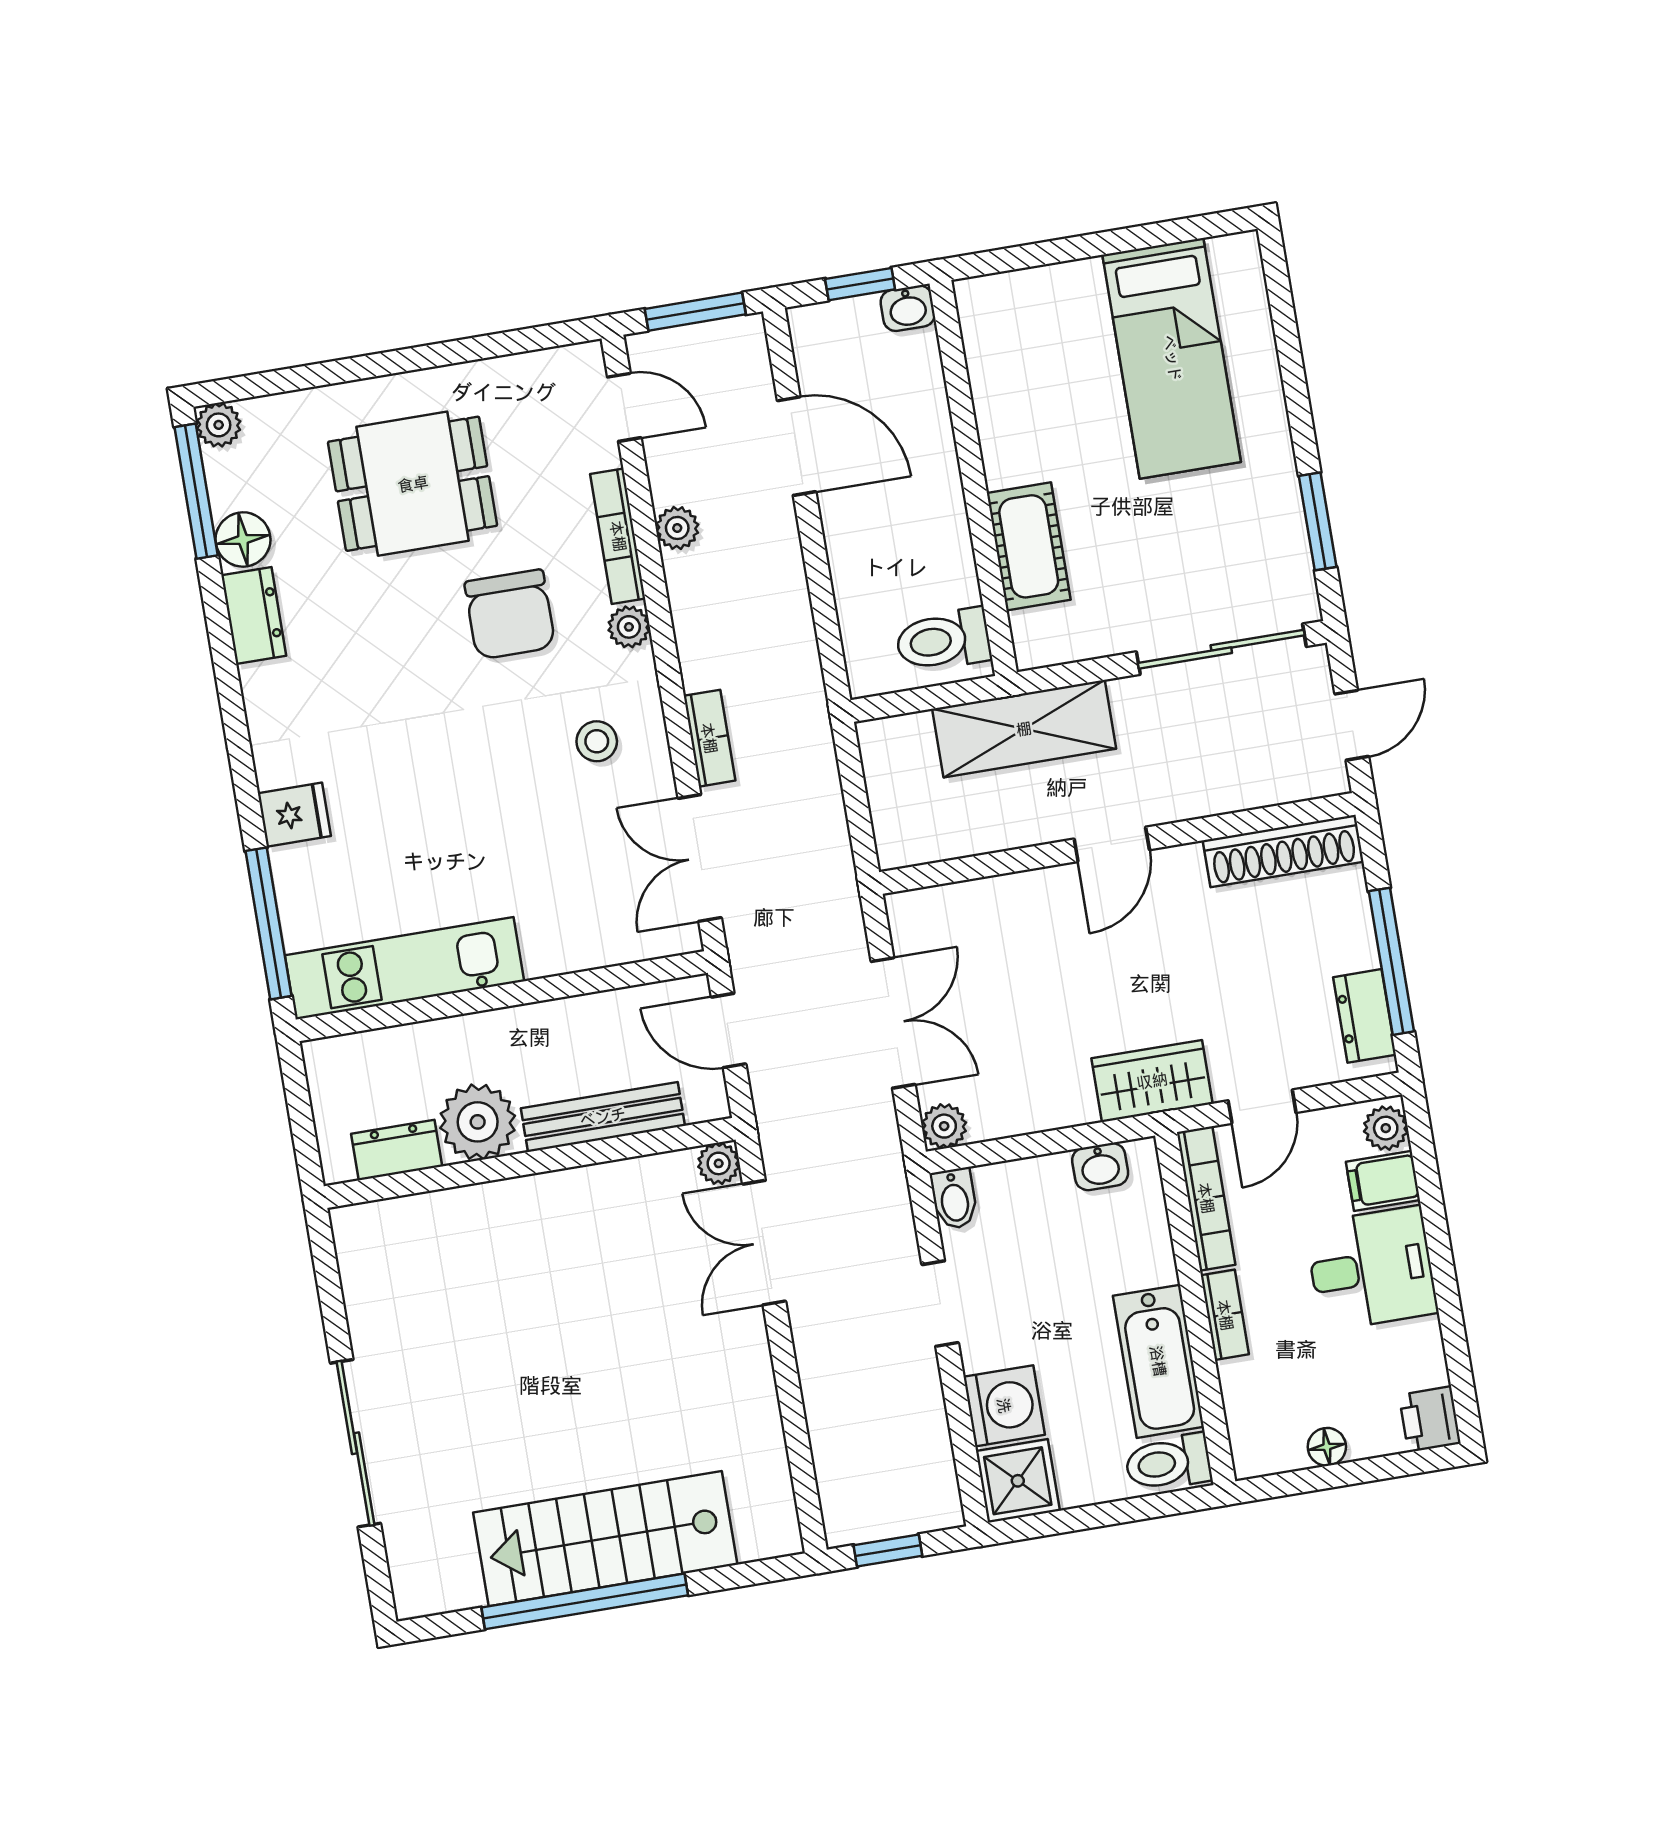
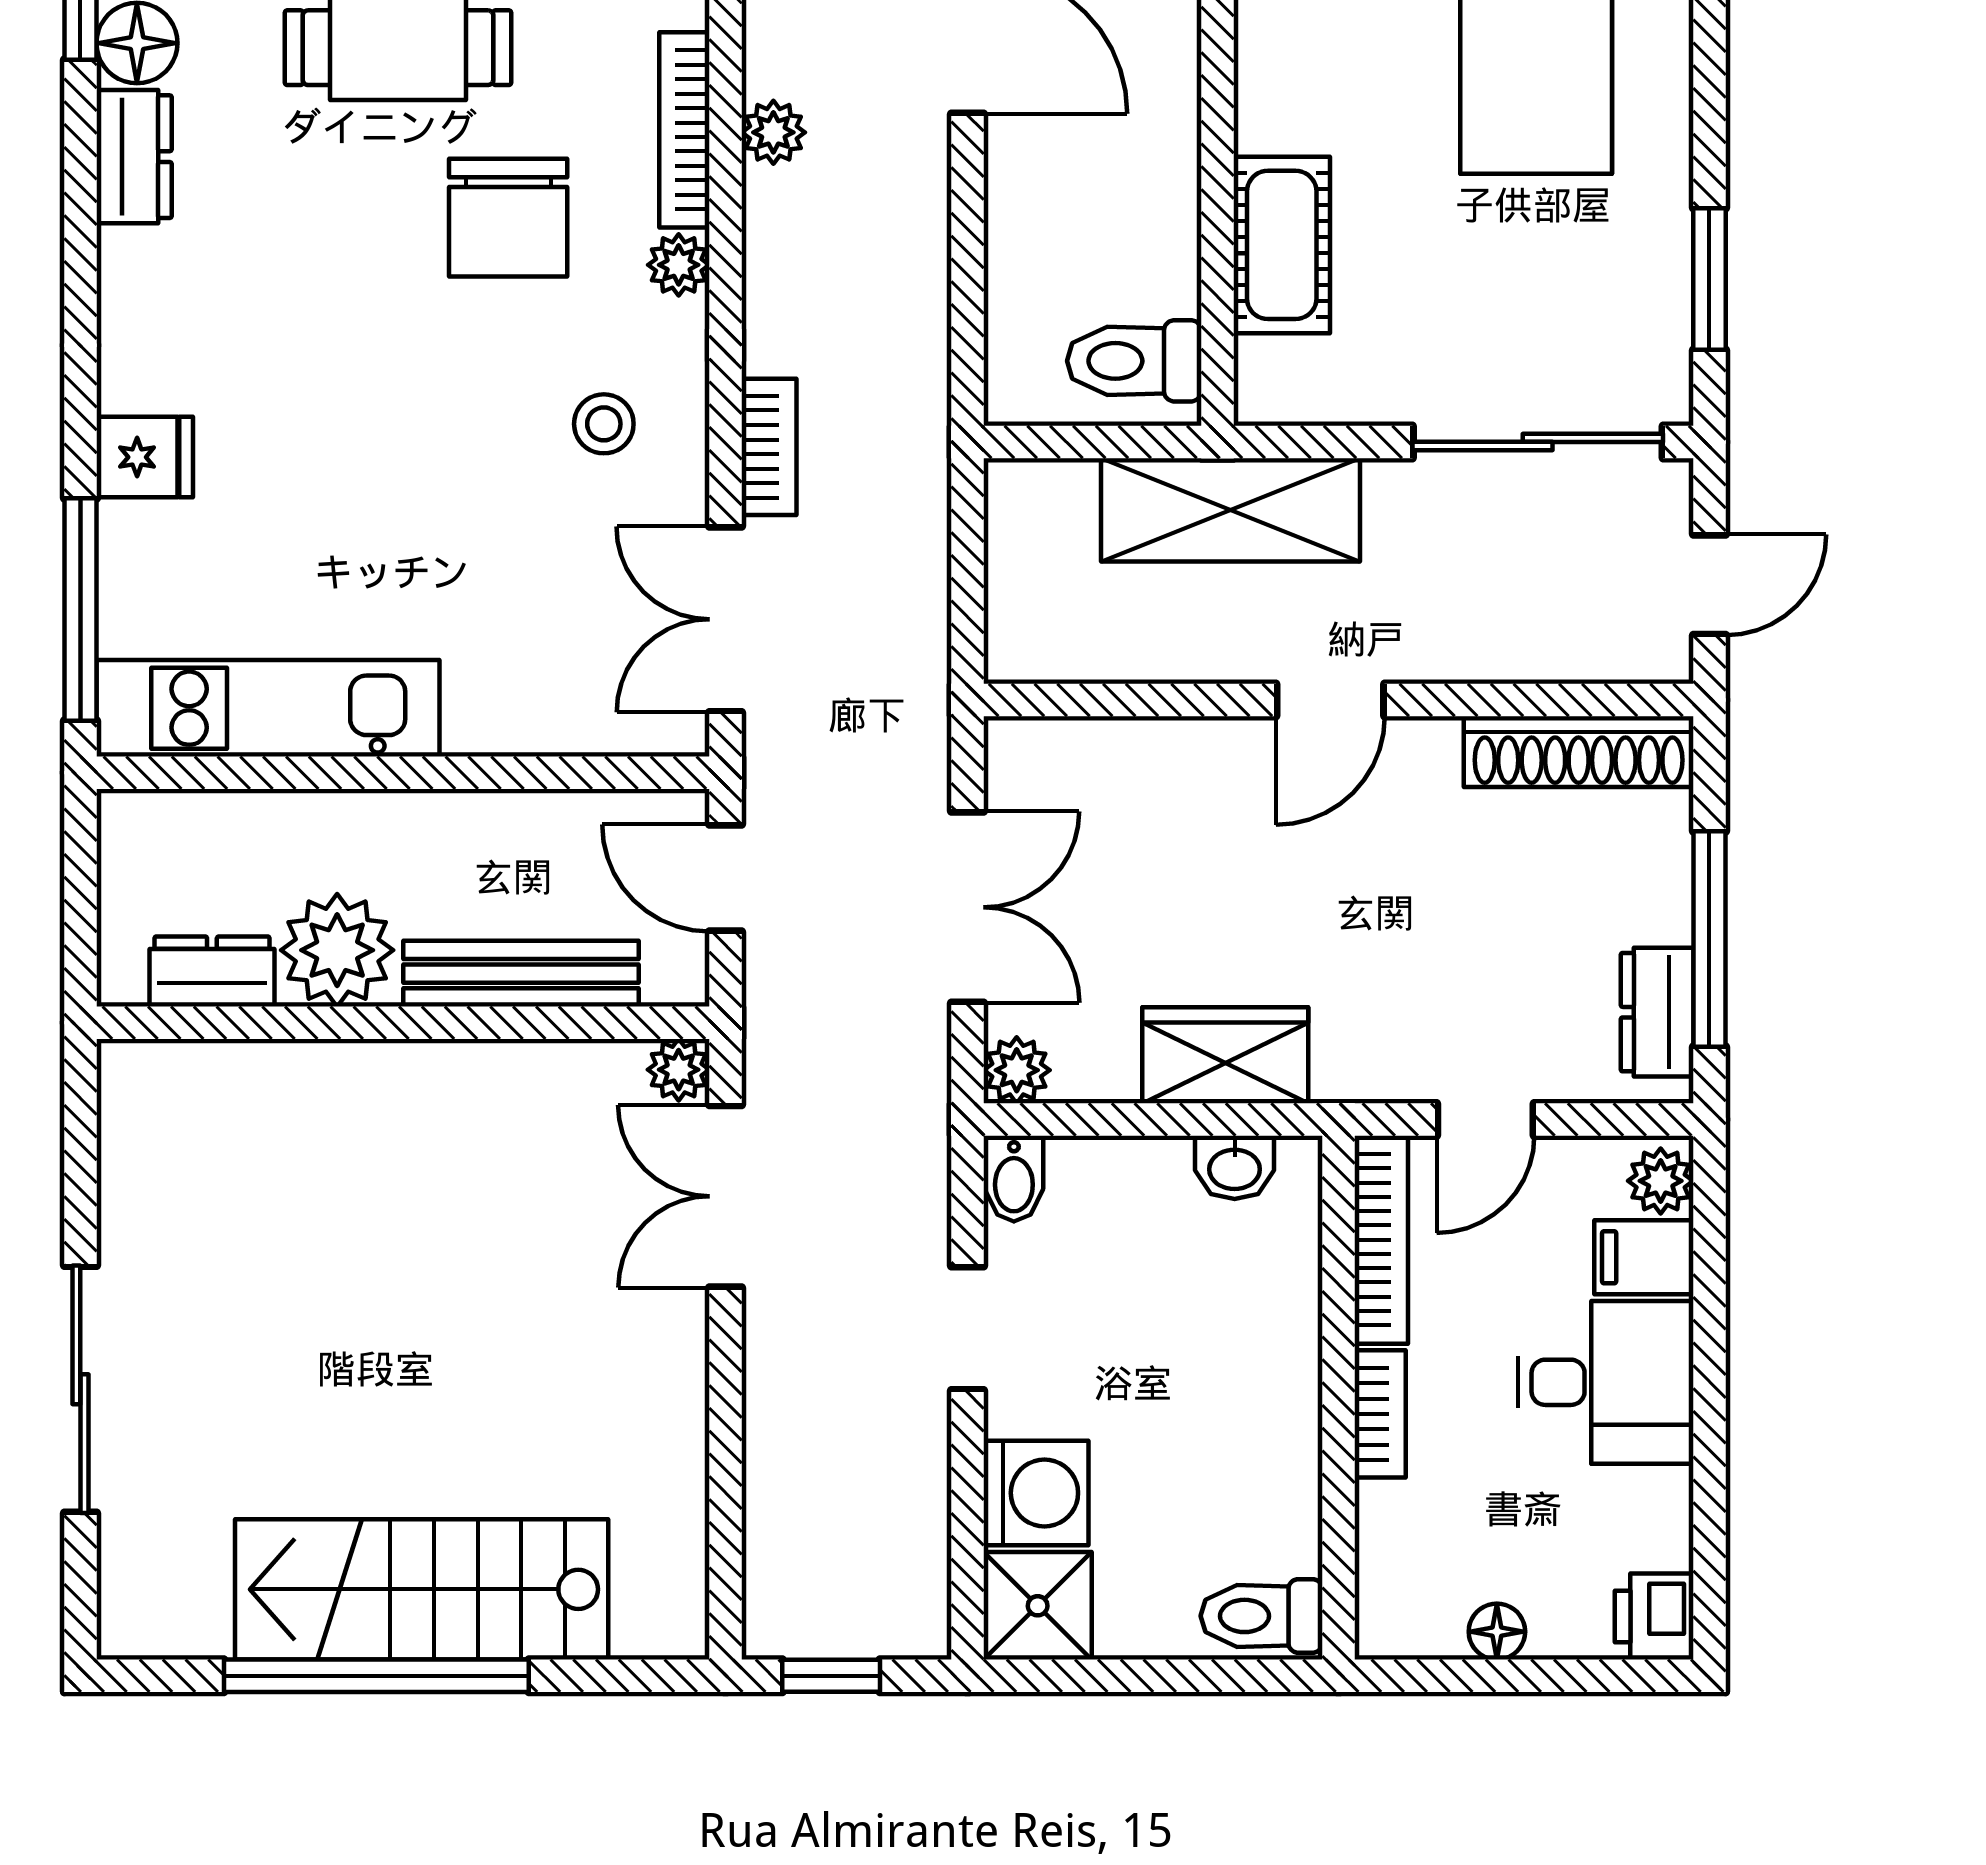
wardrobe: (1152, 1081) -> (1225, 1055), moved
bathtub: (1158, 1361) -> (1272, 1466), removed

